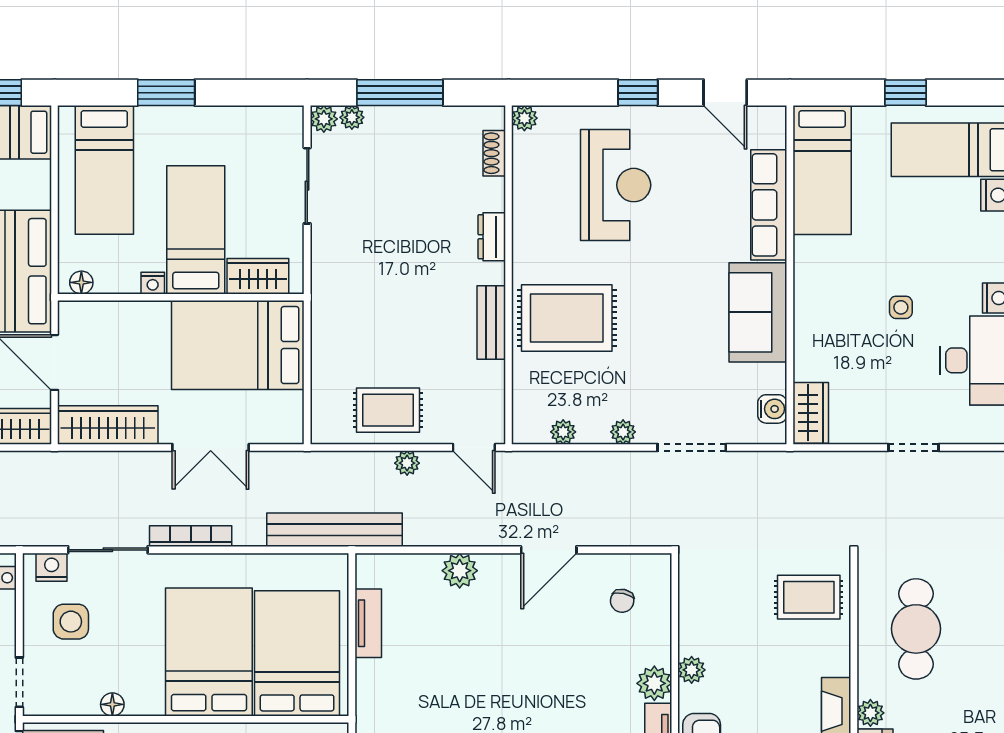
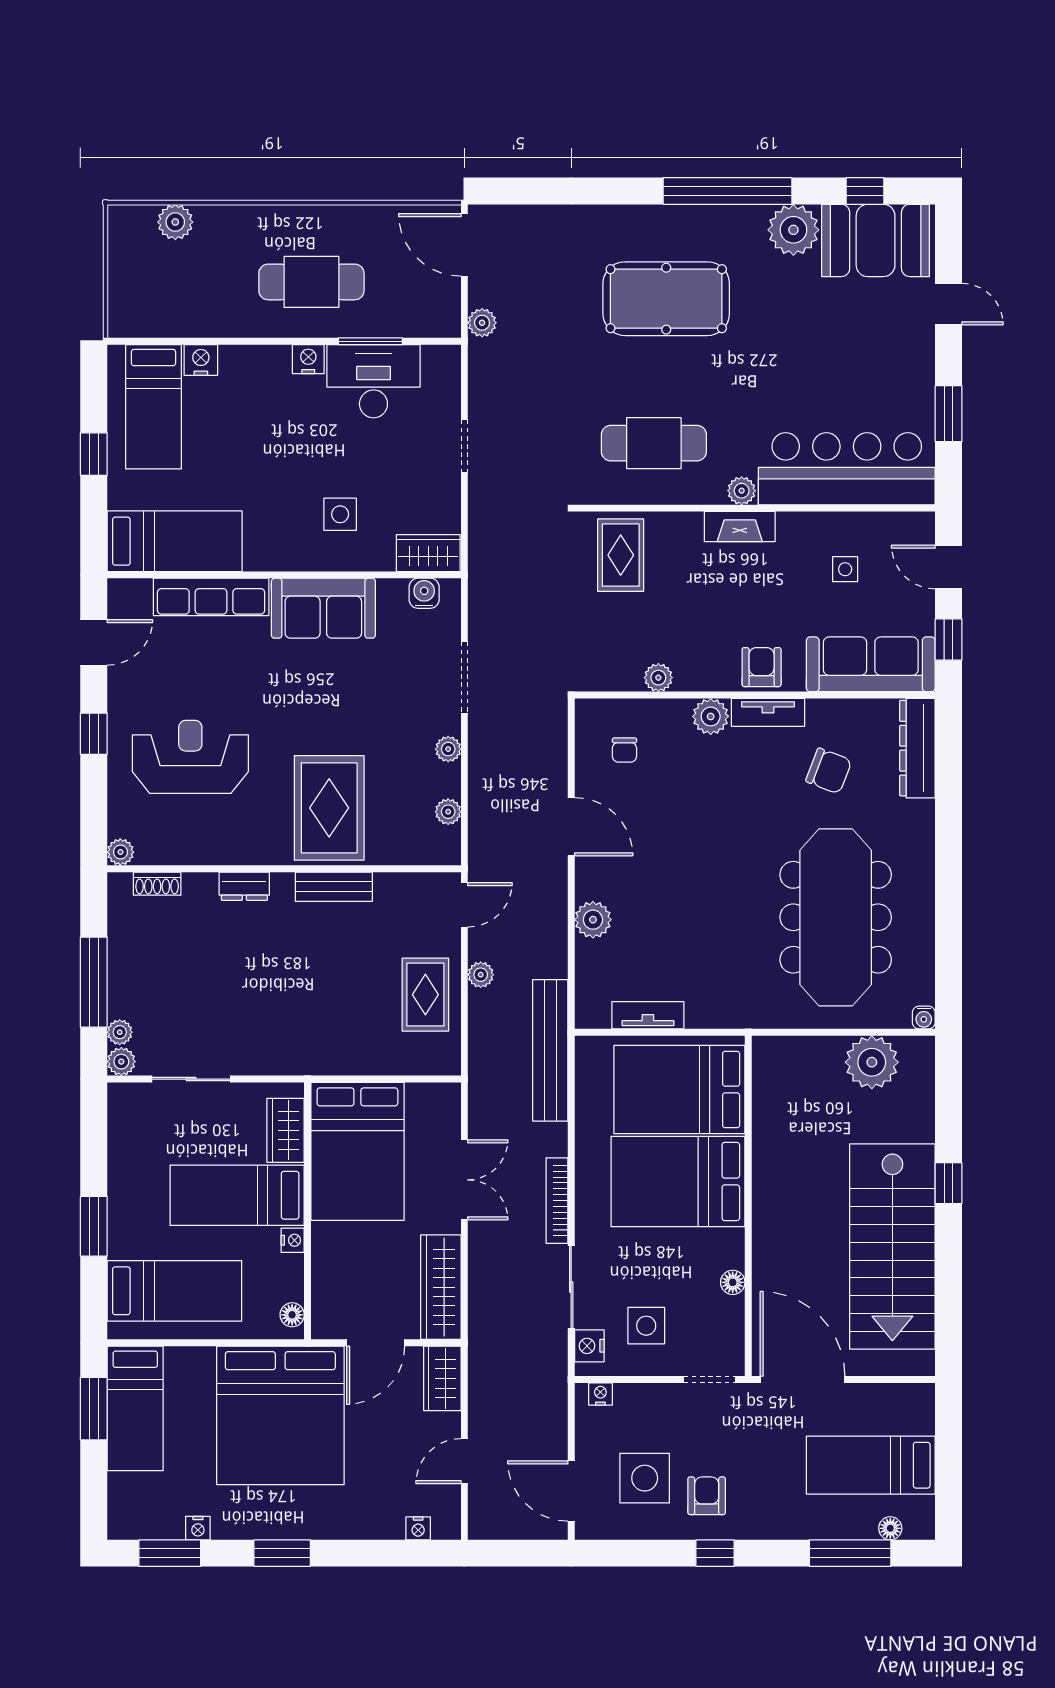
side table: (901, 307) -> (340, 514), moved, width x1.37, depth x1.37
chair: (622, 601) -> (624, 750), turned 78
plant: (692, 670) -> (658, 678), moved

